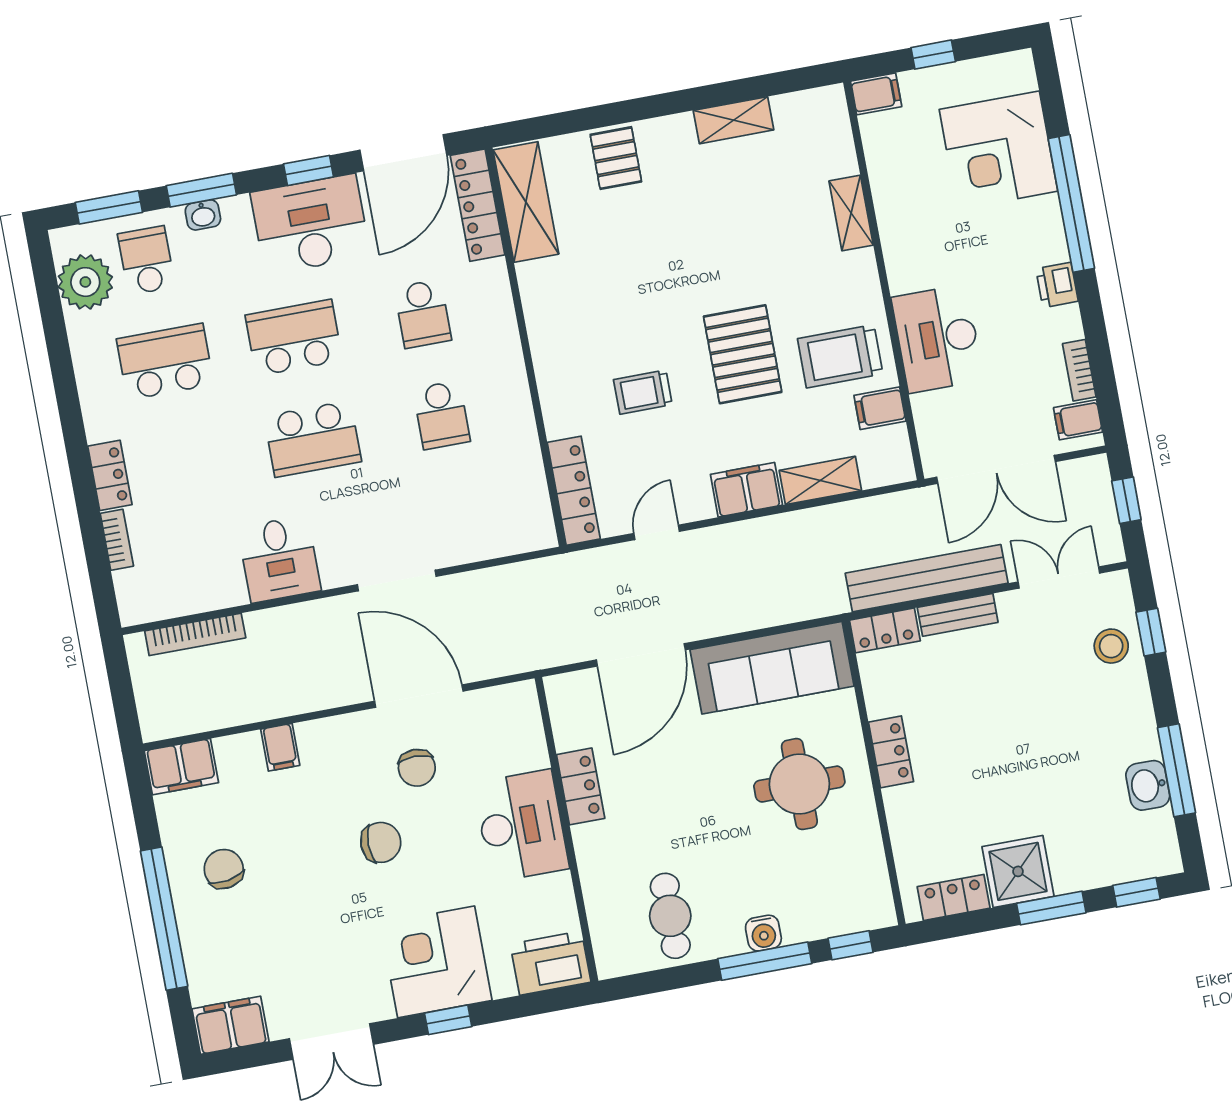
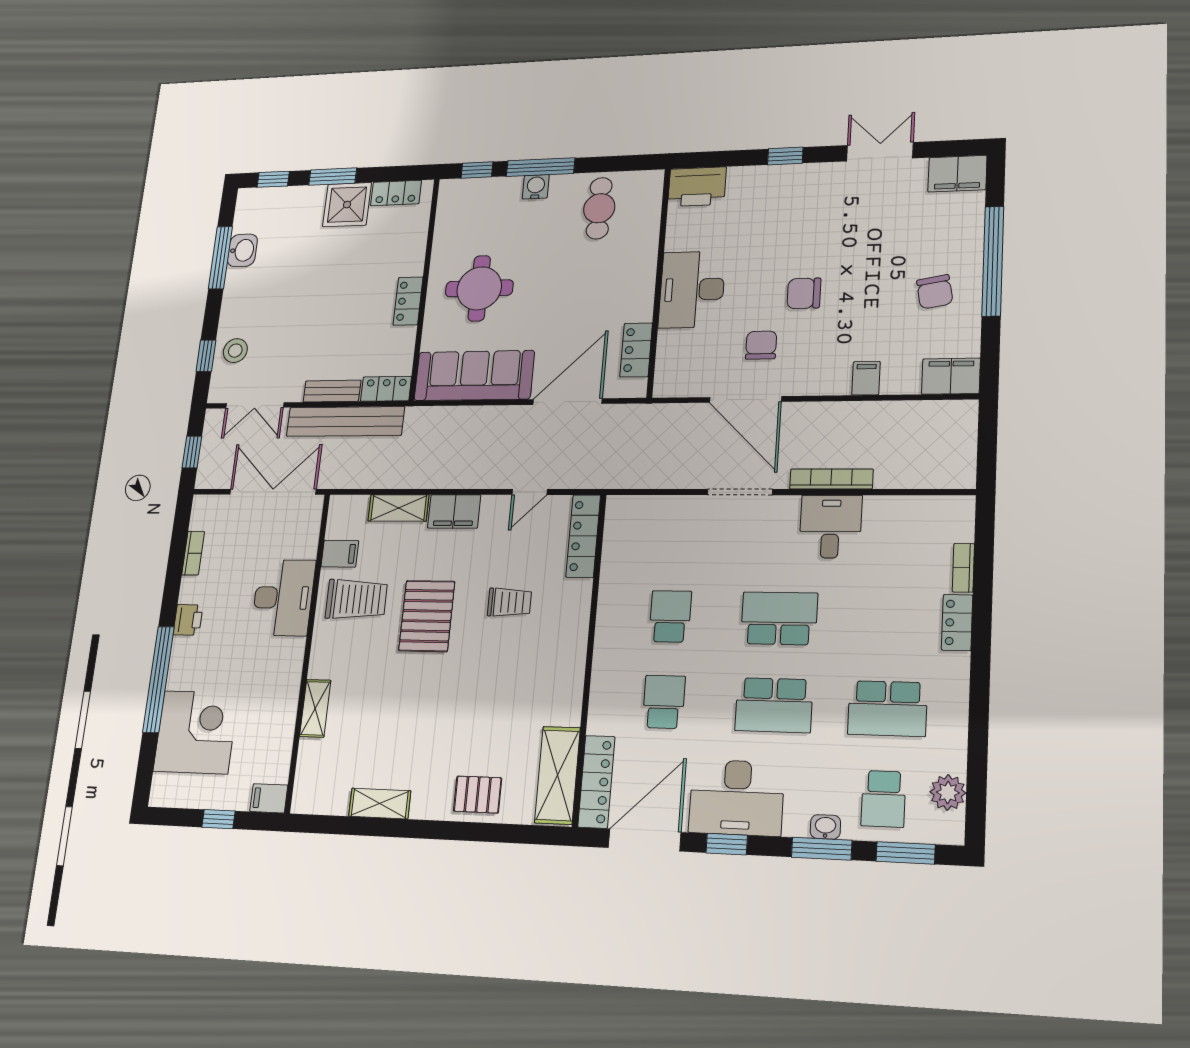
pallet: (616, 158) -> (478, 795), turned 90
plant: (85, 282) -> (948, 792), width x0.73, depth x0.73
filing cabinet: (1078, 420) -> (206, 517), removed
bookcase: (195, 634) -> (831, 479), moved
locker: (581, 786) -> (636, 350), moved
corner desk: (436, 962) -> (783, 199), removed

